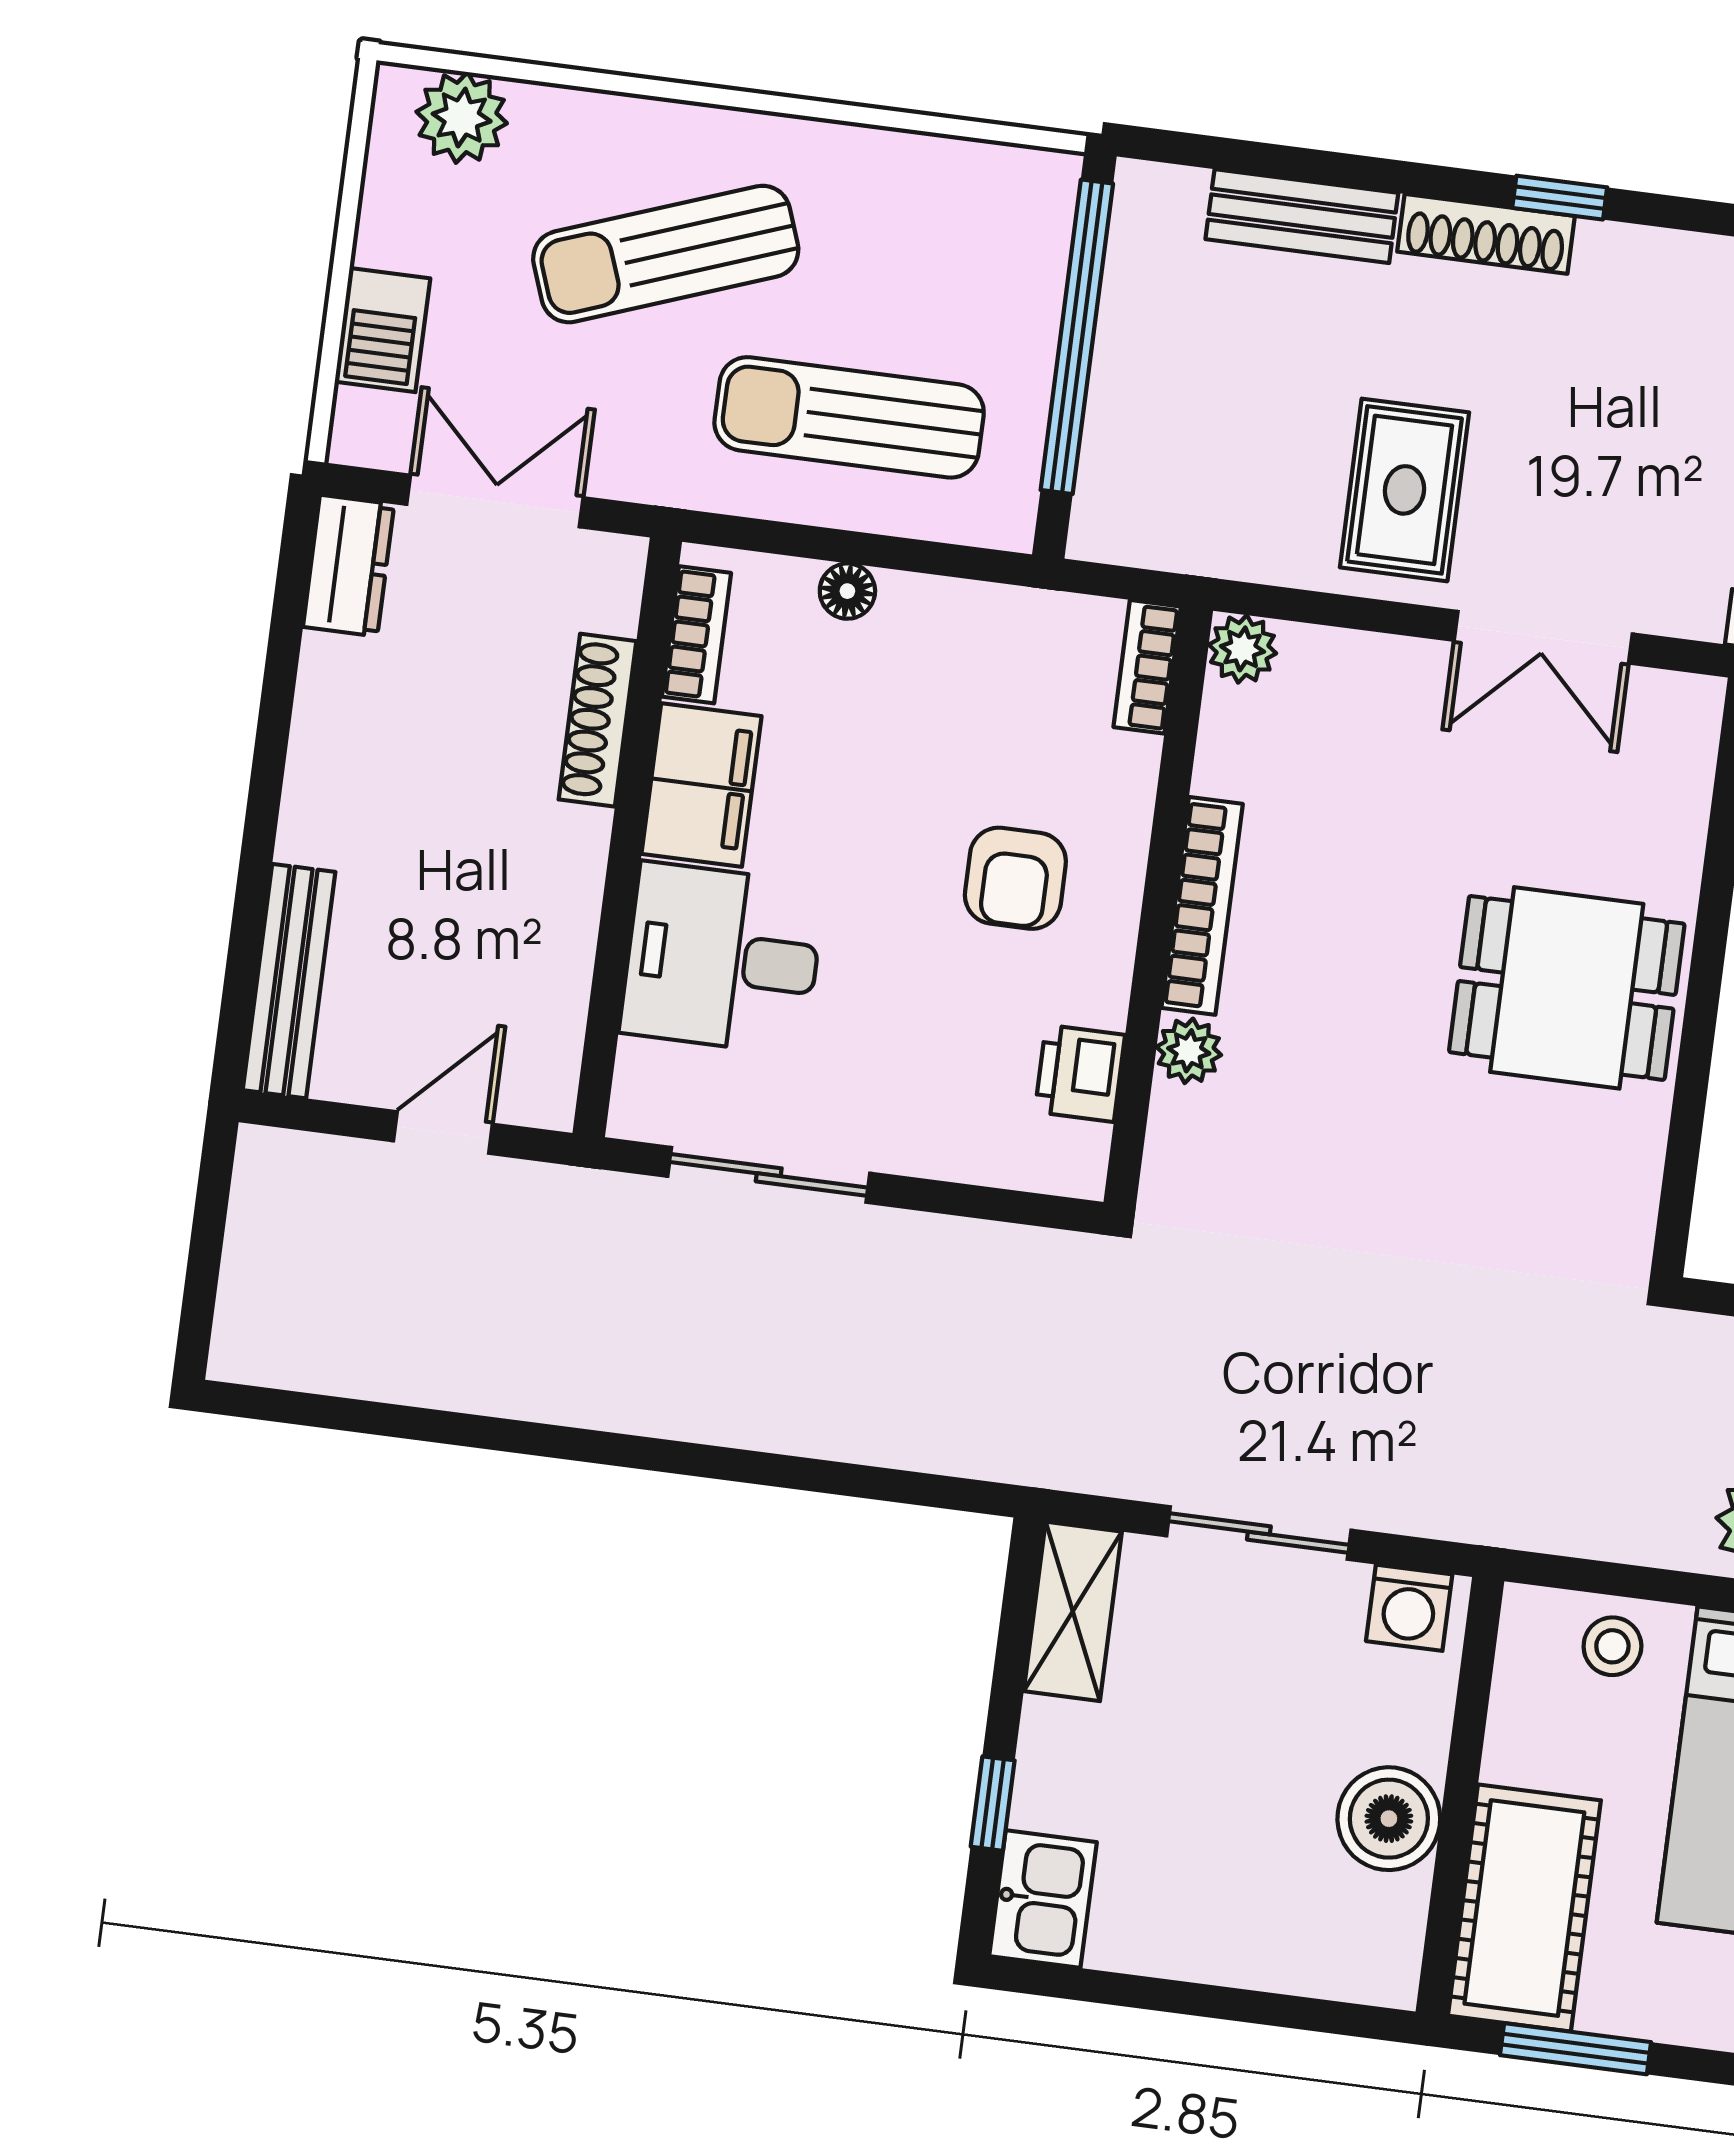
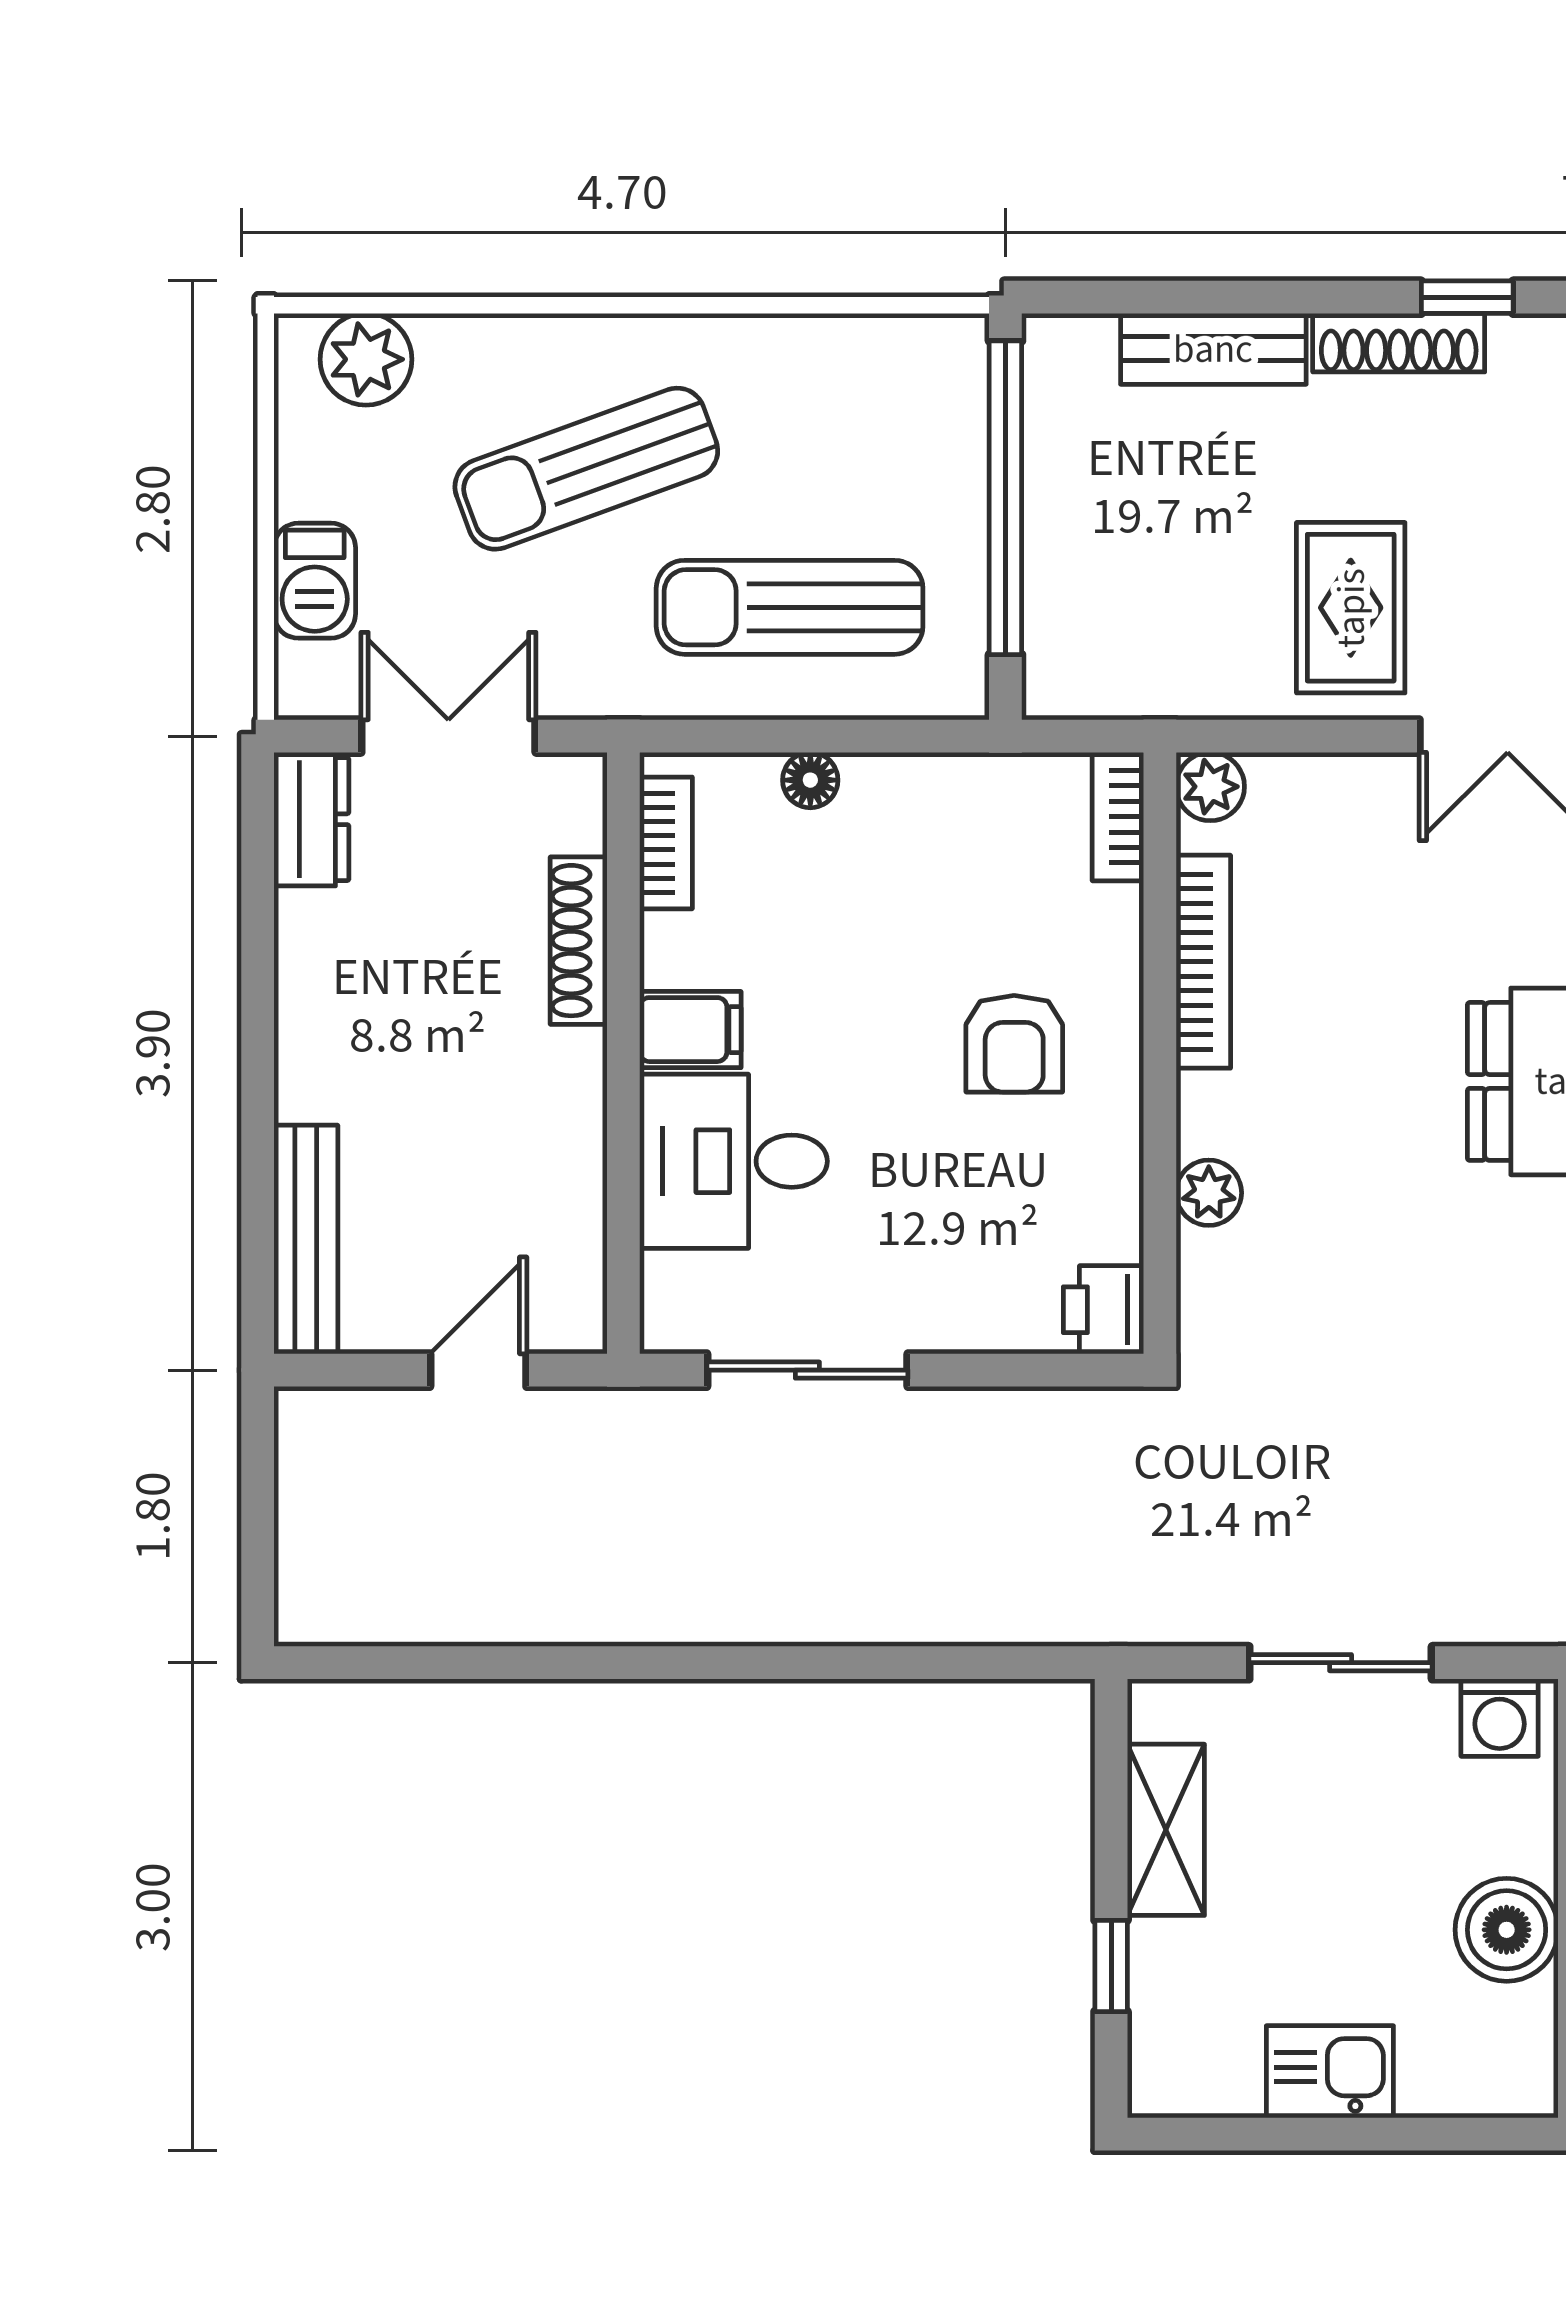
filing cabinet: (702, 785) -> (690, 1030), width x0.50
bookcase: (1202, 906) -> (1203, 962), moved
printer: (1080, 1073) -> (1103, 1310), moved
shelving: (1073, 1611) -> (1166, 1830), moved
kitchen sink: (1043, 1899) -> (1330, 2072), moved, turned -90

